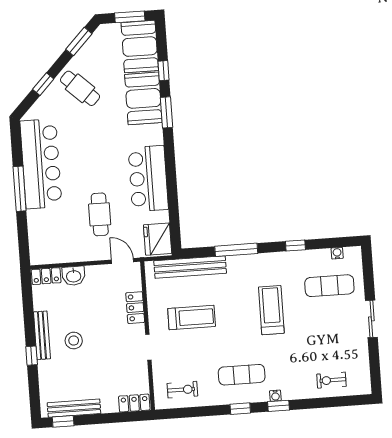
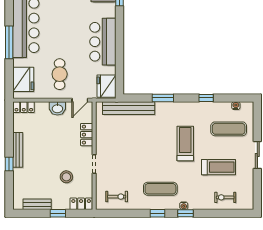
cafe table: (100, 214) -> (60, 74), moved
fridge: (43, 238) -> (23, 79), added
window: (236, 250) -> (163, 98), width x0.69
door: (122, 261) -> (80, 100), swing flipped
washbasin: (74, 276) -> (57, 108), moved
treadmill: (192, 317) -> (218, 167), moved
stool: (74, 341) -> (66, 177), moved
bench: (74, 408) -> (37, 204), width x0.73
window: (63, 421) -> (58, 213), moved

